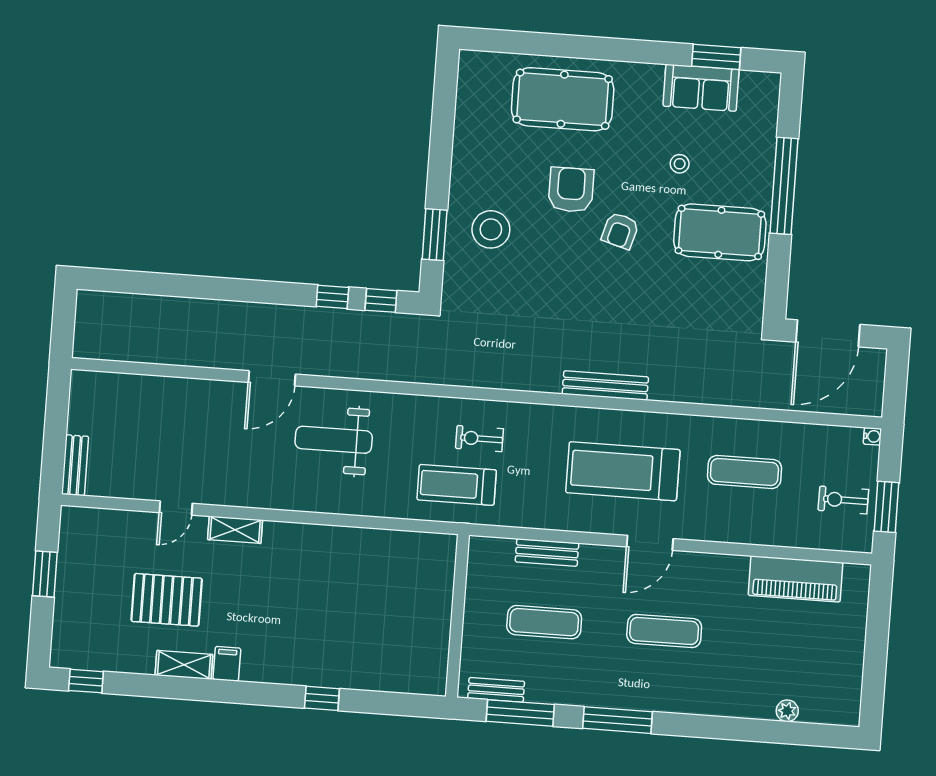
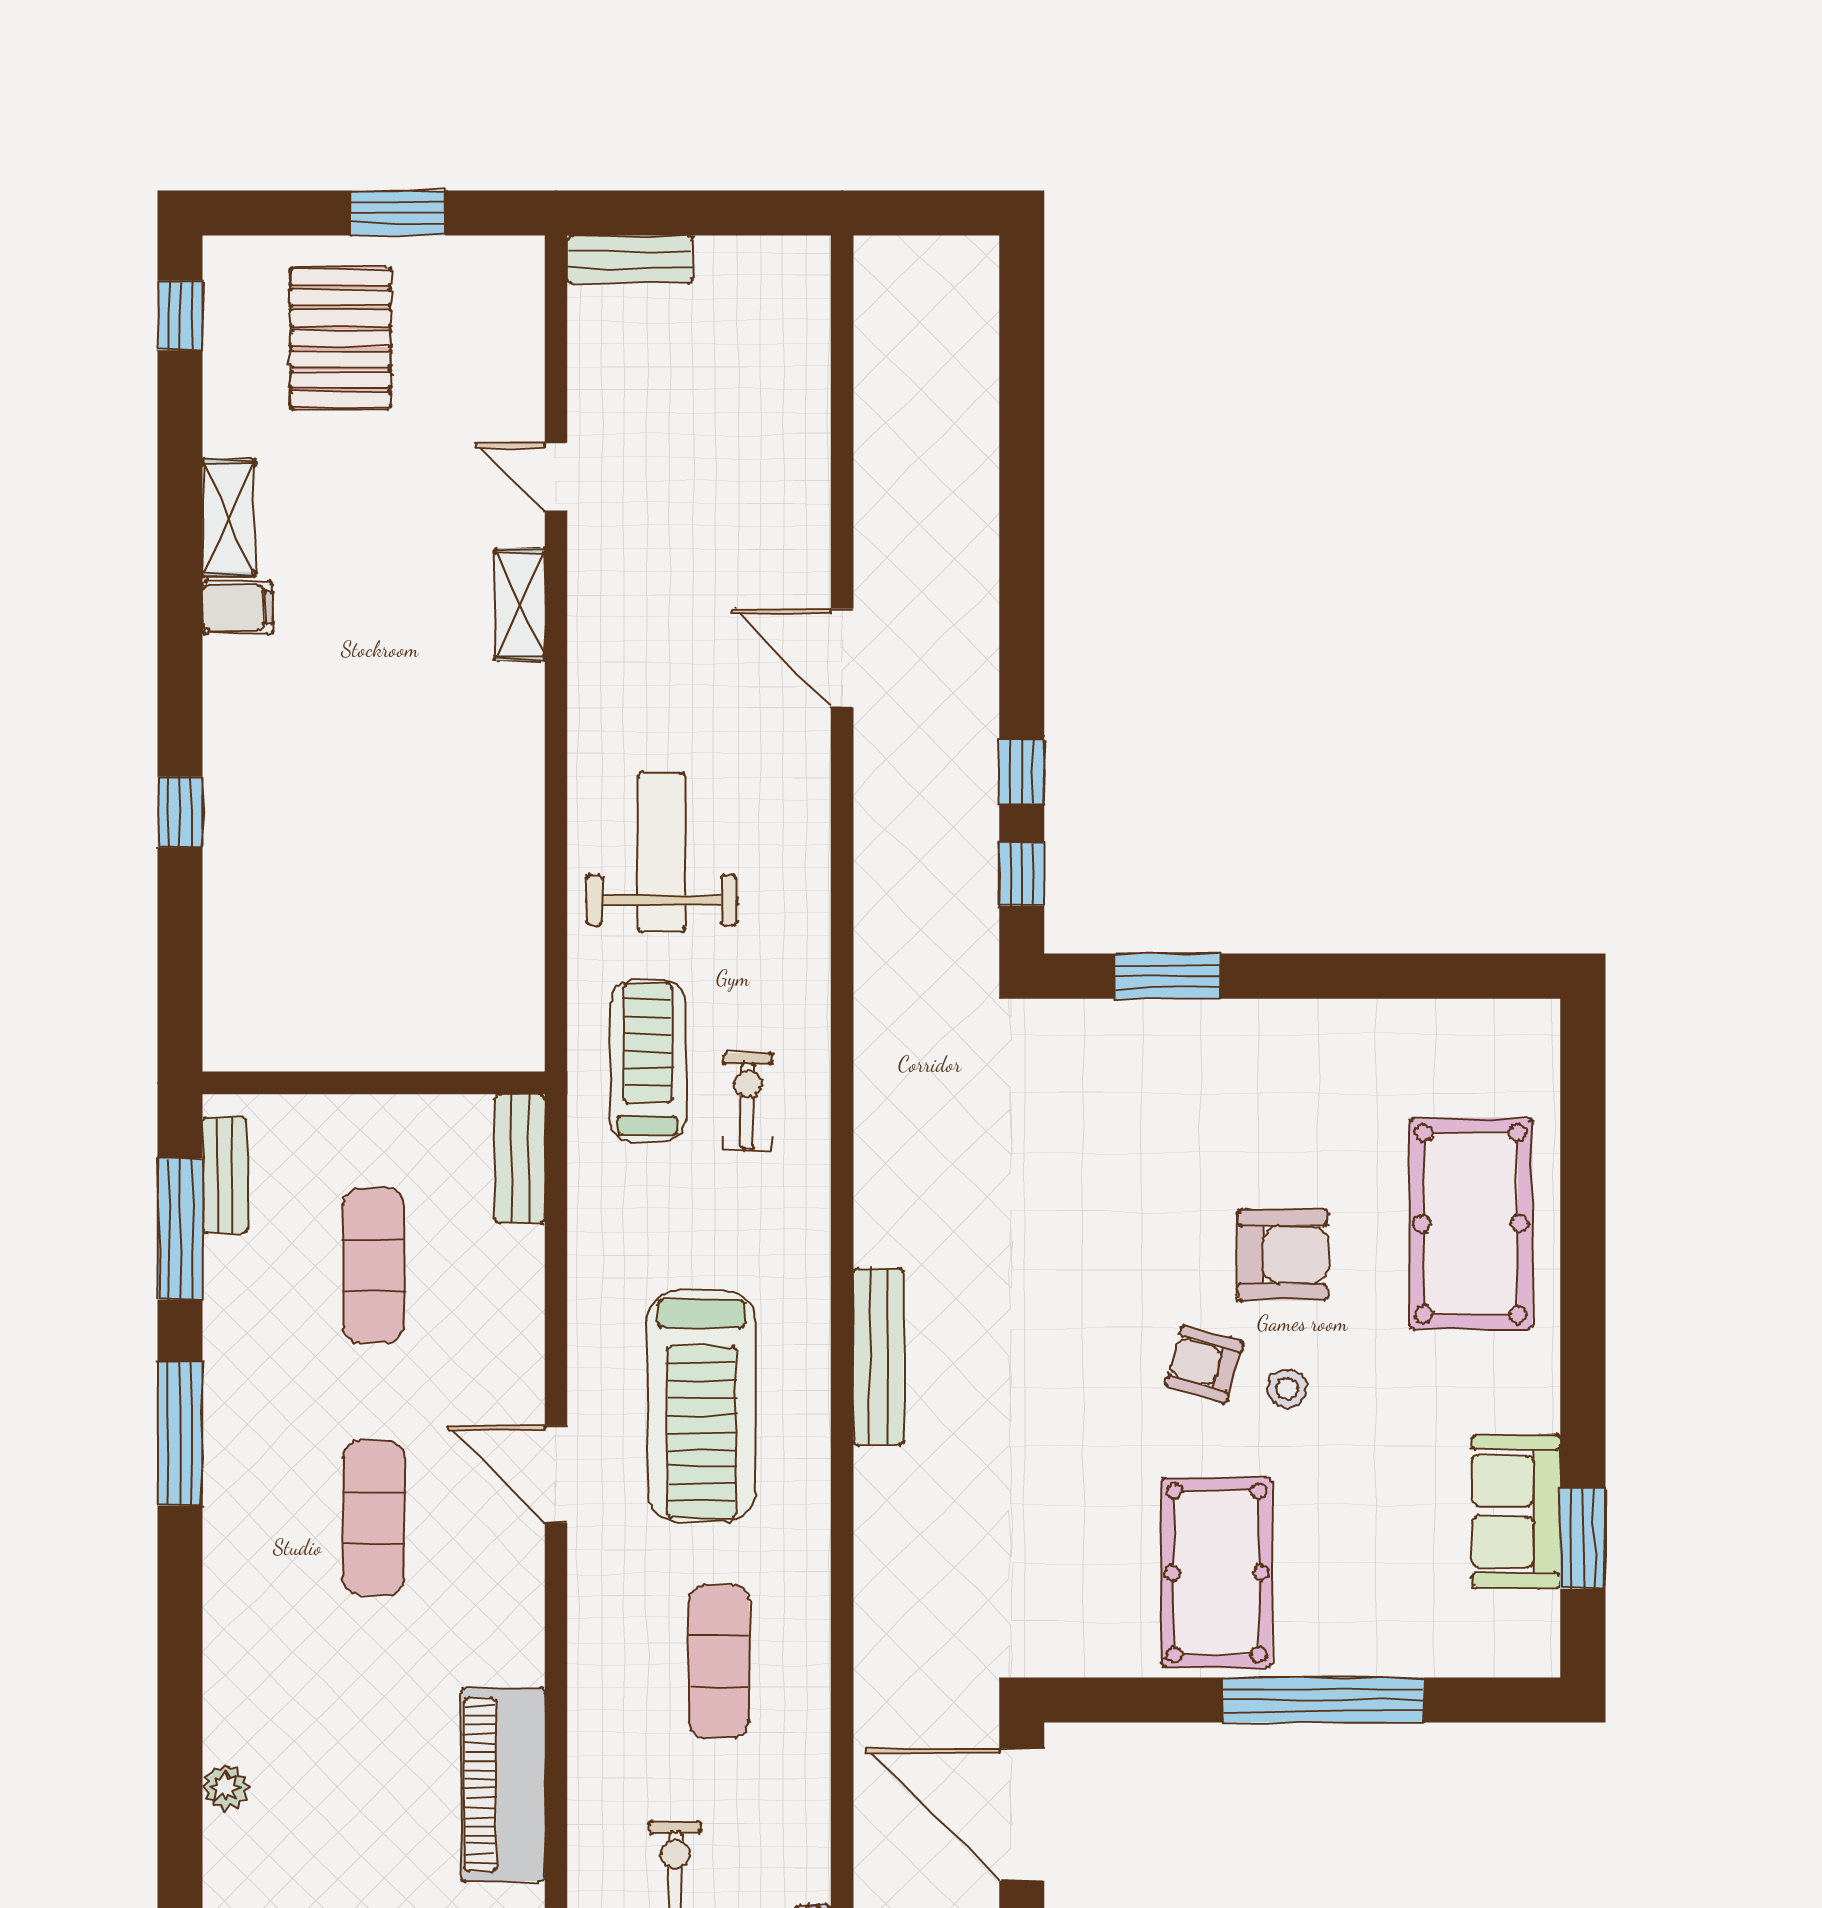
stool: (680, 164) -> (1287, 1388), moved
stool: (491, 229) -> (1187, 1093), removed
weight bench: (334, 440) -> (662, 852), moved
treadmill: (623, 471) -> (702, 1407), turned 180
bench: (547, 552) -> (520, 1159), moved
pallet: (167, 600) -> (341, 338), moved

